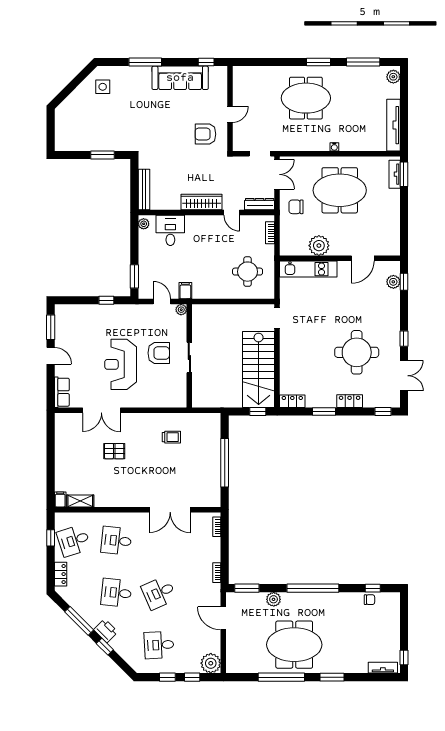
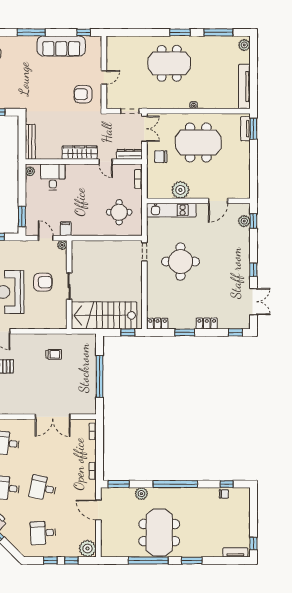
round table: (357, 352) -> (181, 262), moved
stairs: (259, 369) -> (104, 315), moved, turned 90
desk: (159, 593) -> (43, 488), turned 36
meeting table: (294, 645) -> (159, 533), turned 90

